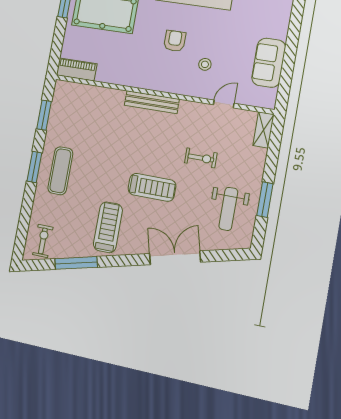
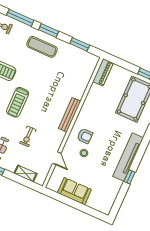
armchair: (175, 41) -> (85, 136), moved
shelving: (263, 130) -> (25, 173), moved
window: (25, 215) -> (20, 18), added

